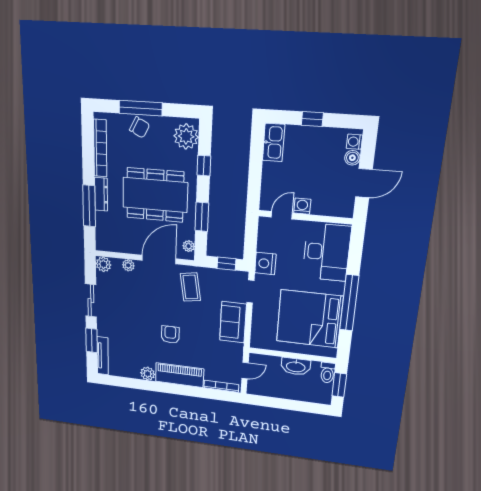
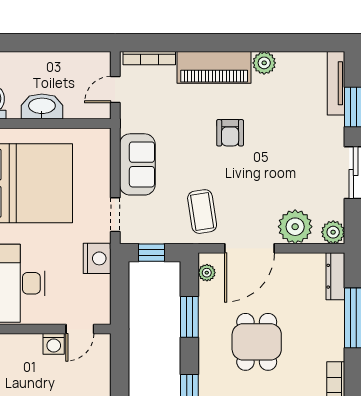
dresser: (101, 194) -> (335, 276), moved
dining table: (155, 195) -> (257, 342), width x0.53, depth x0.80
plant: (128, 265) -> (295, 227), width x1.87, depth x1.87

